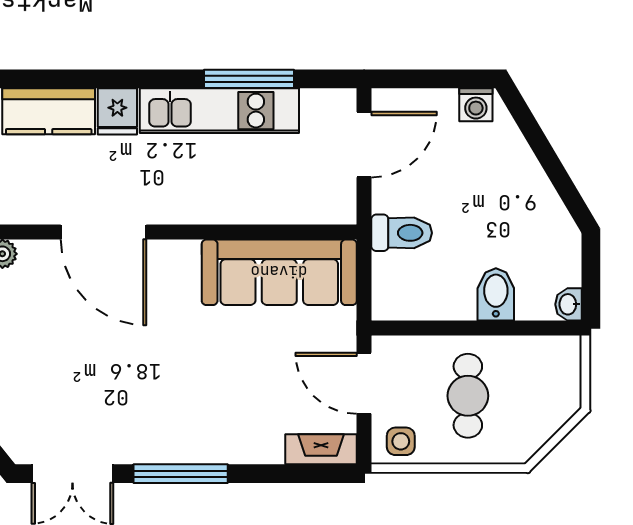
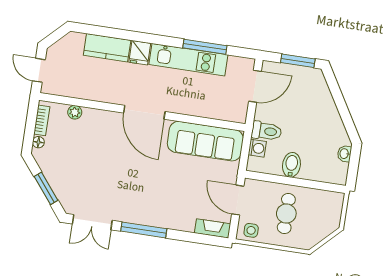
window: (444, 79) -> (298, 61), added
washing machine: (476, 105) -> (257, 148), moved, turned -90
door: (104, 232) -> (144, 112), moved
bidet: (496, 294) -> (291, 165), moved
washbasin: (569, 304) -> (344, 154), moved

